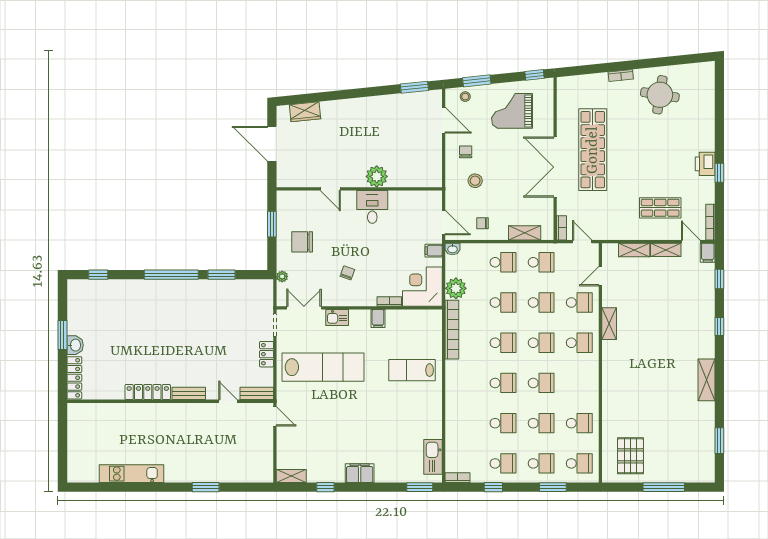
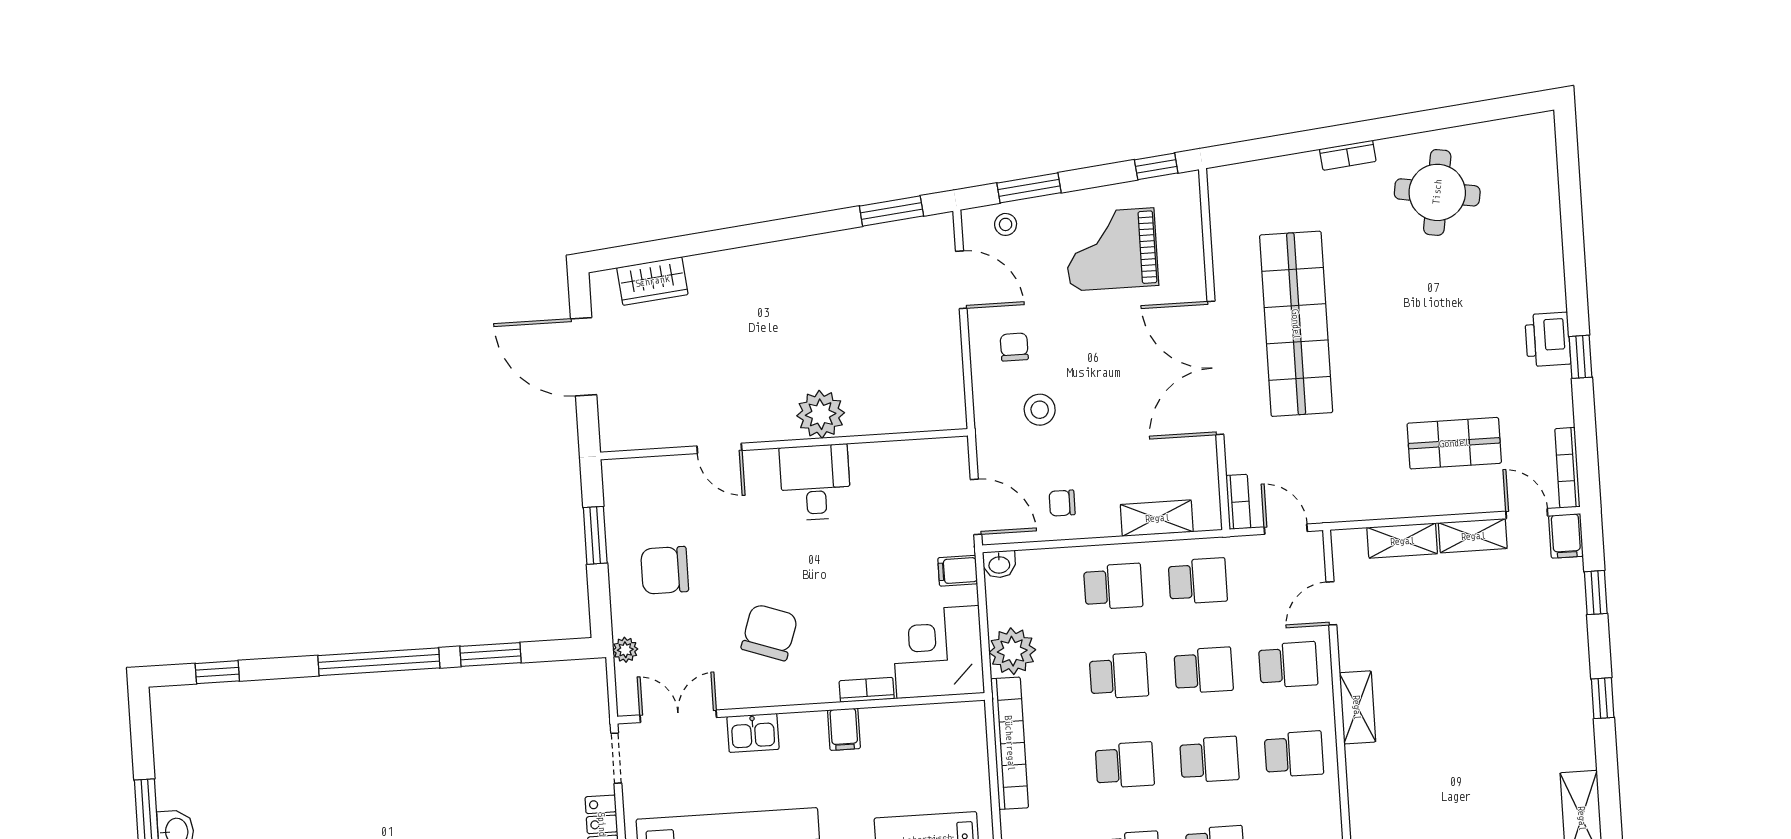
chair: (347, 273) -> (769, 632), width x1.87, depth x1.87

